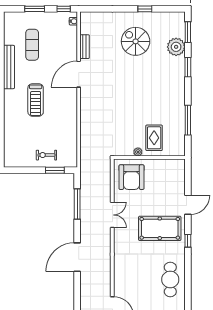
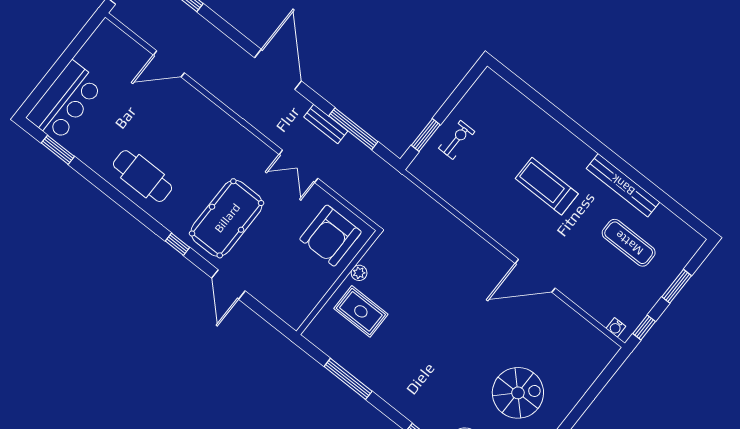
bench: (85, 47) -> (326, 124), moved
door: (79, 74) -> (535, 276), swing flipped
armchair: (131, 177) -> (330, 236), turned -90

